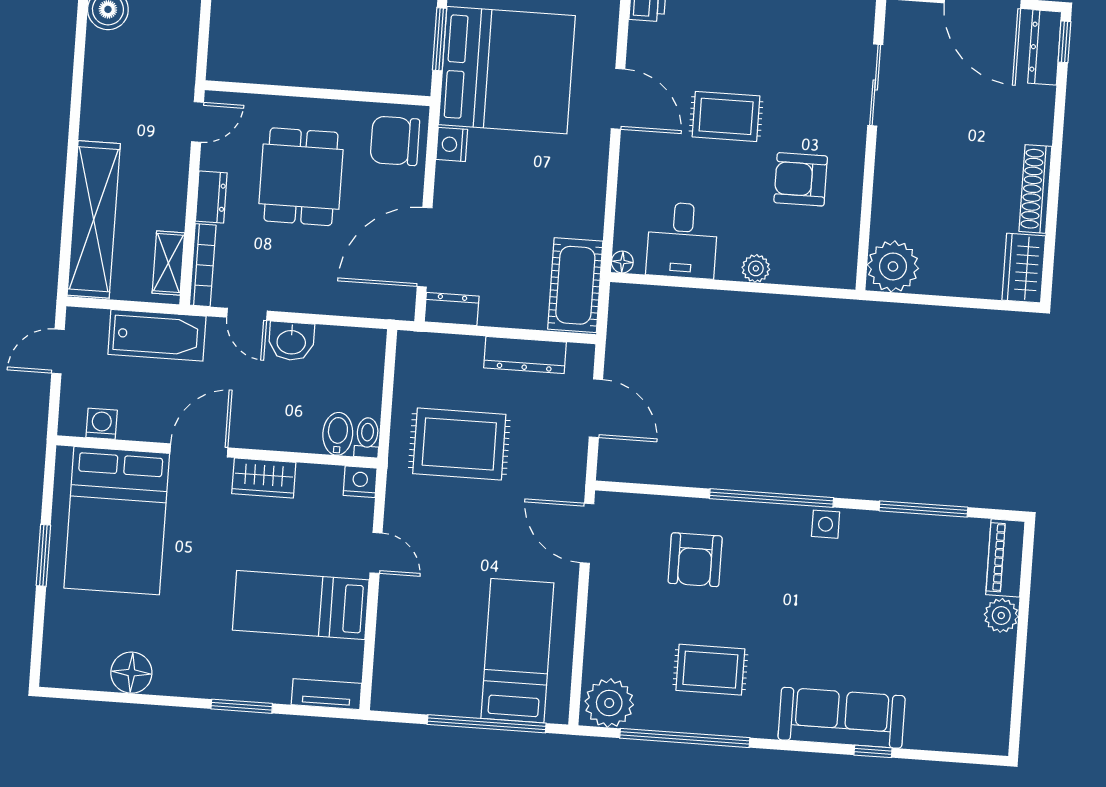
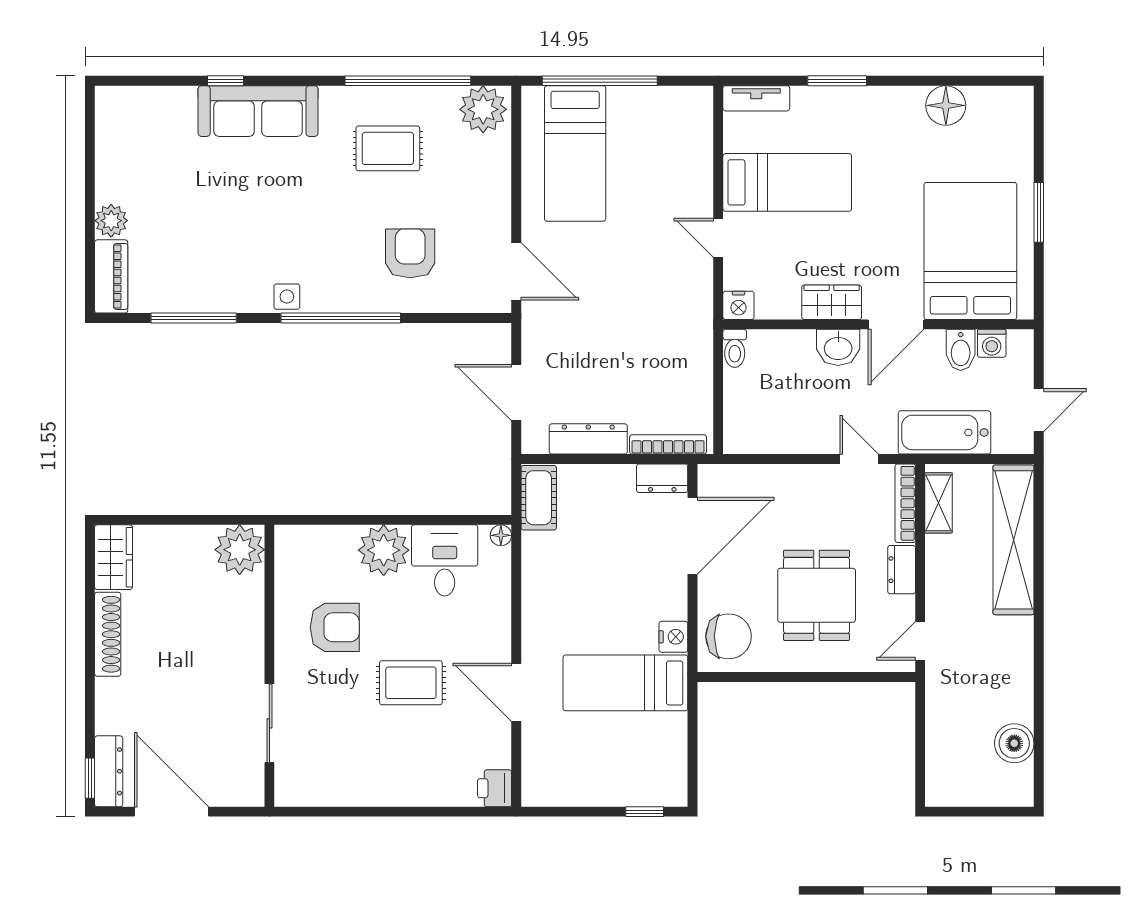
window: (440, 39) -> (693, 737), removed
bed: (507, 70) -> (625, 683), width x0.49
plant: (756, 268) -> (384, 550), width x1.88, depth x1.88
cot: (575, 285) -> (539, 498), width x0.73, depth x0.75
washbasin: (291, 341) -> (838, 347), moved, turned 180
bookcase: (443, 343) -> (668, 444), added
bidet: (338, 434) -> (961, 350), moved
rug: (459, 444) -> (645, 349), removed

